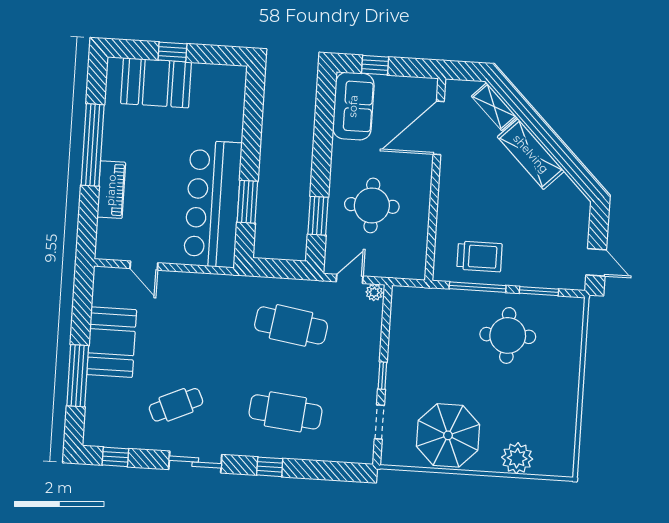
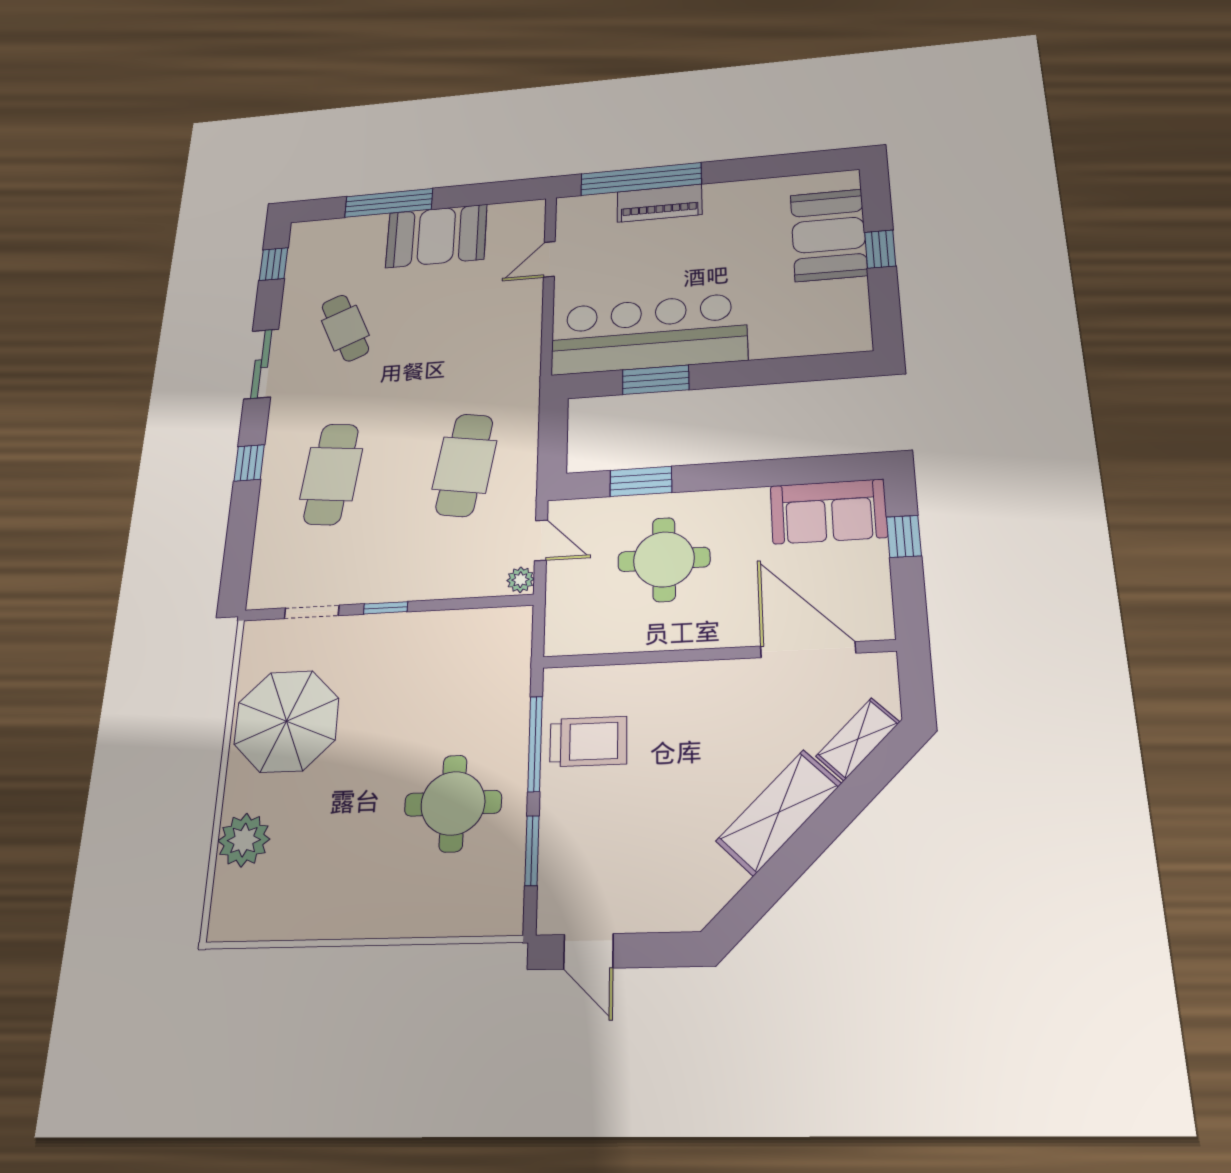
window: (93, 145) -> (641, 179), moved
trolley: (480, 256) -> (588, 741), turned -90
door: (596, 262) -> (588, 951), hinge flipped

